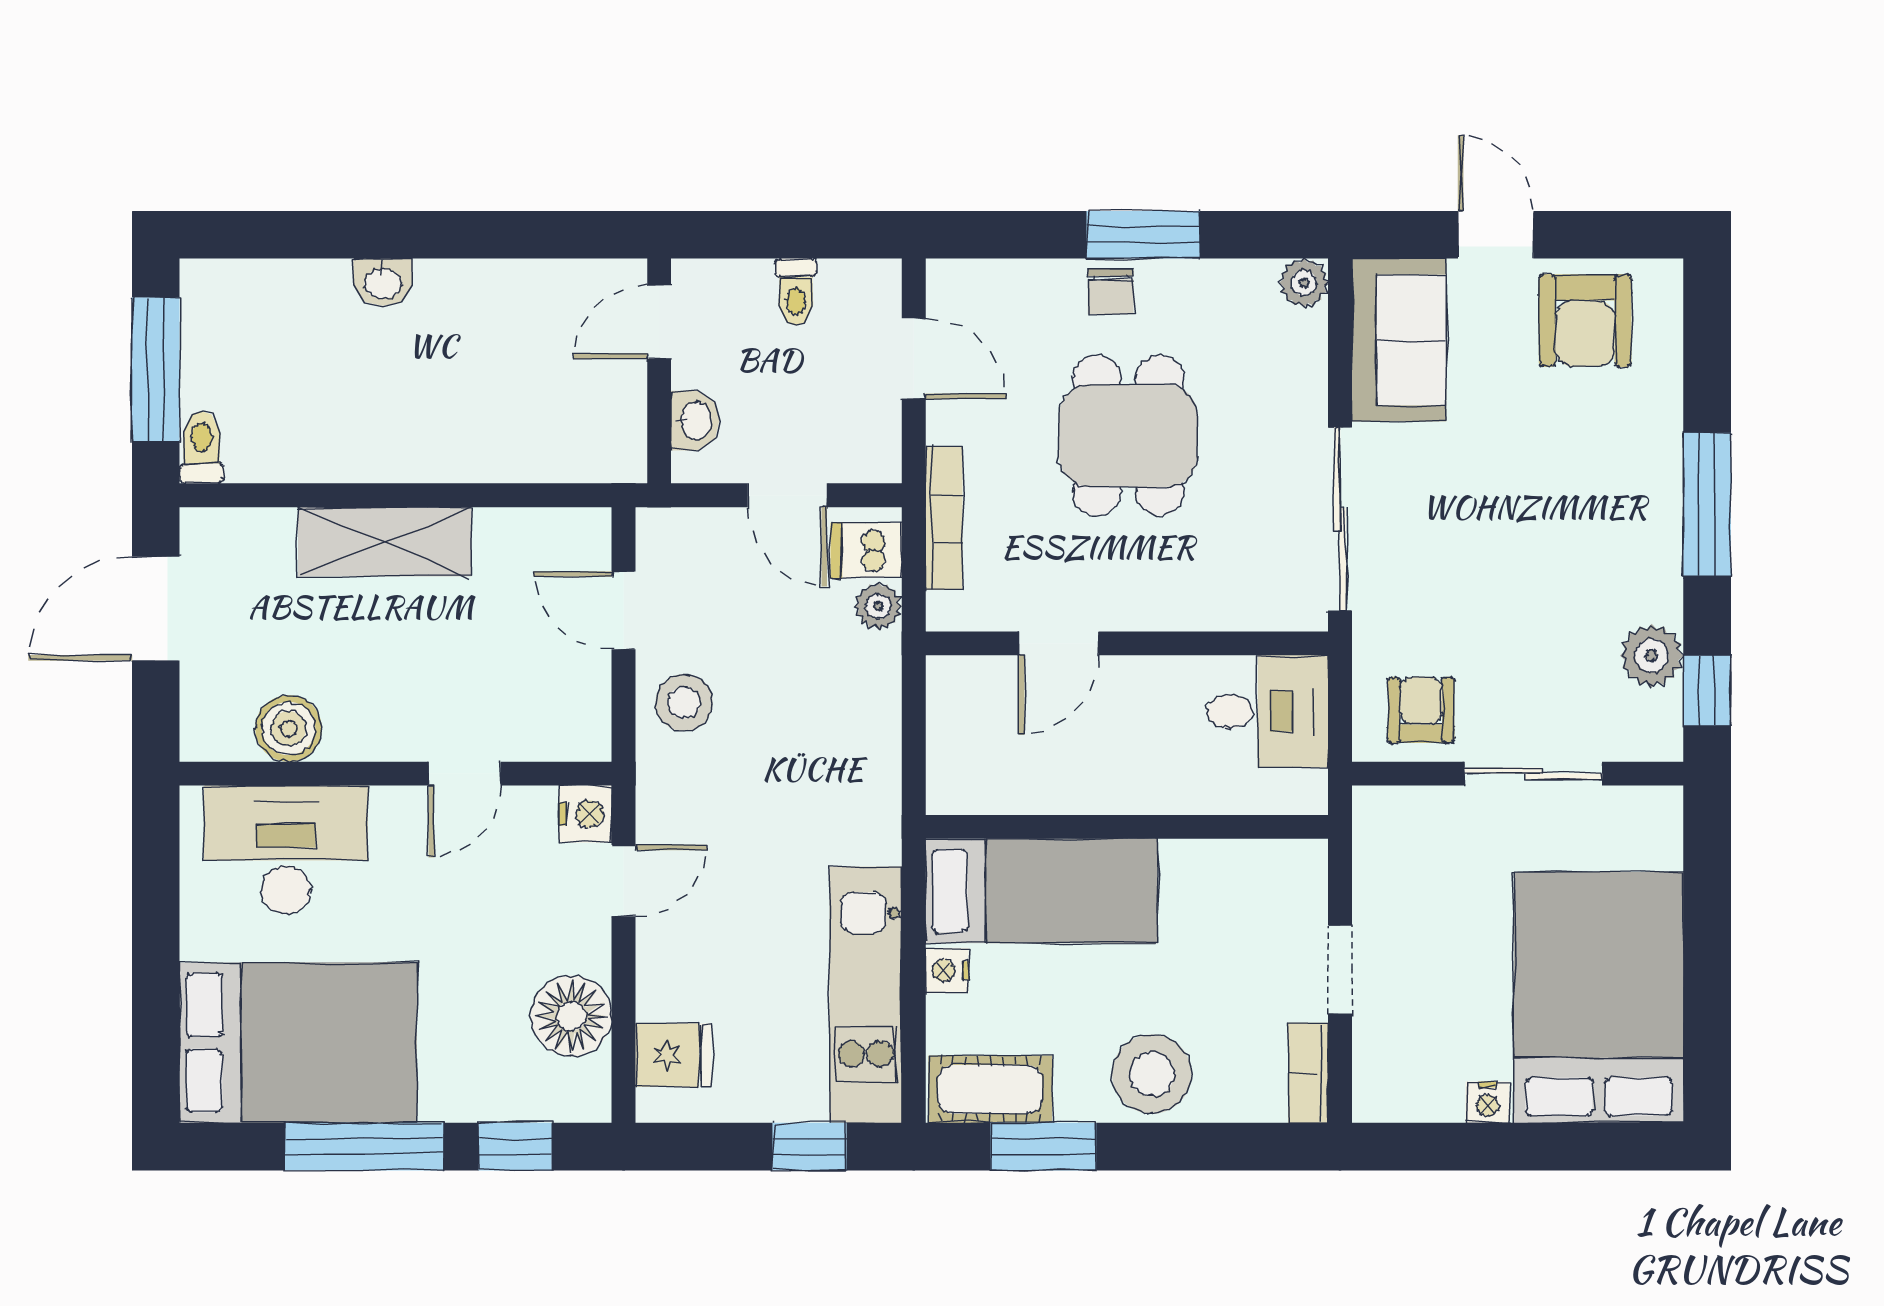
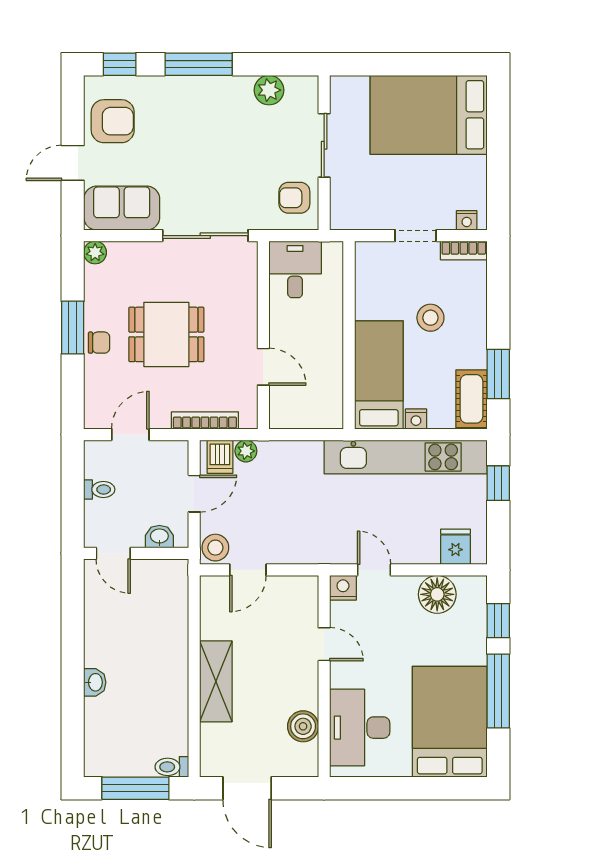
window: (1707, 690) -> (120, 64), moved
stool: (684, 703) -> (215, 548), moved
kitchen unit: (866, 995) -> (406, 457), width x1.36
stool: (1152, 1074) -> (430, 318), moved, width x0.73, depth x0.73
nightstand: (1487, 1102) -> (467, 220), moved, turned 90

